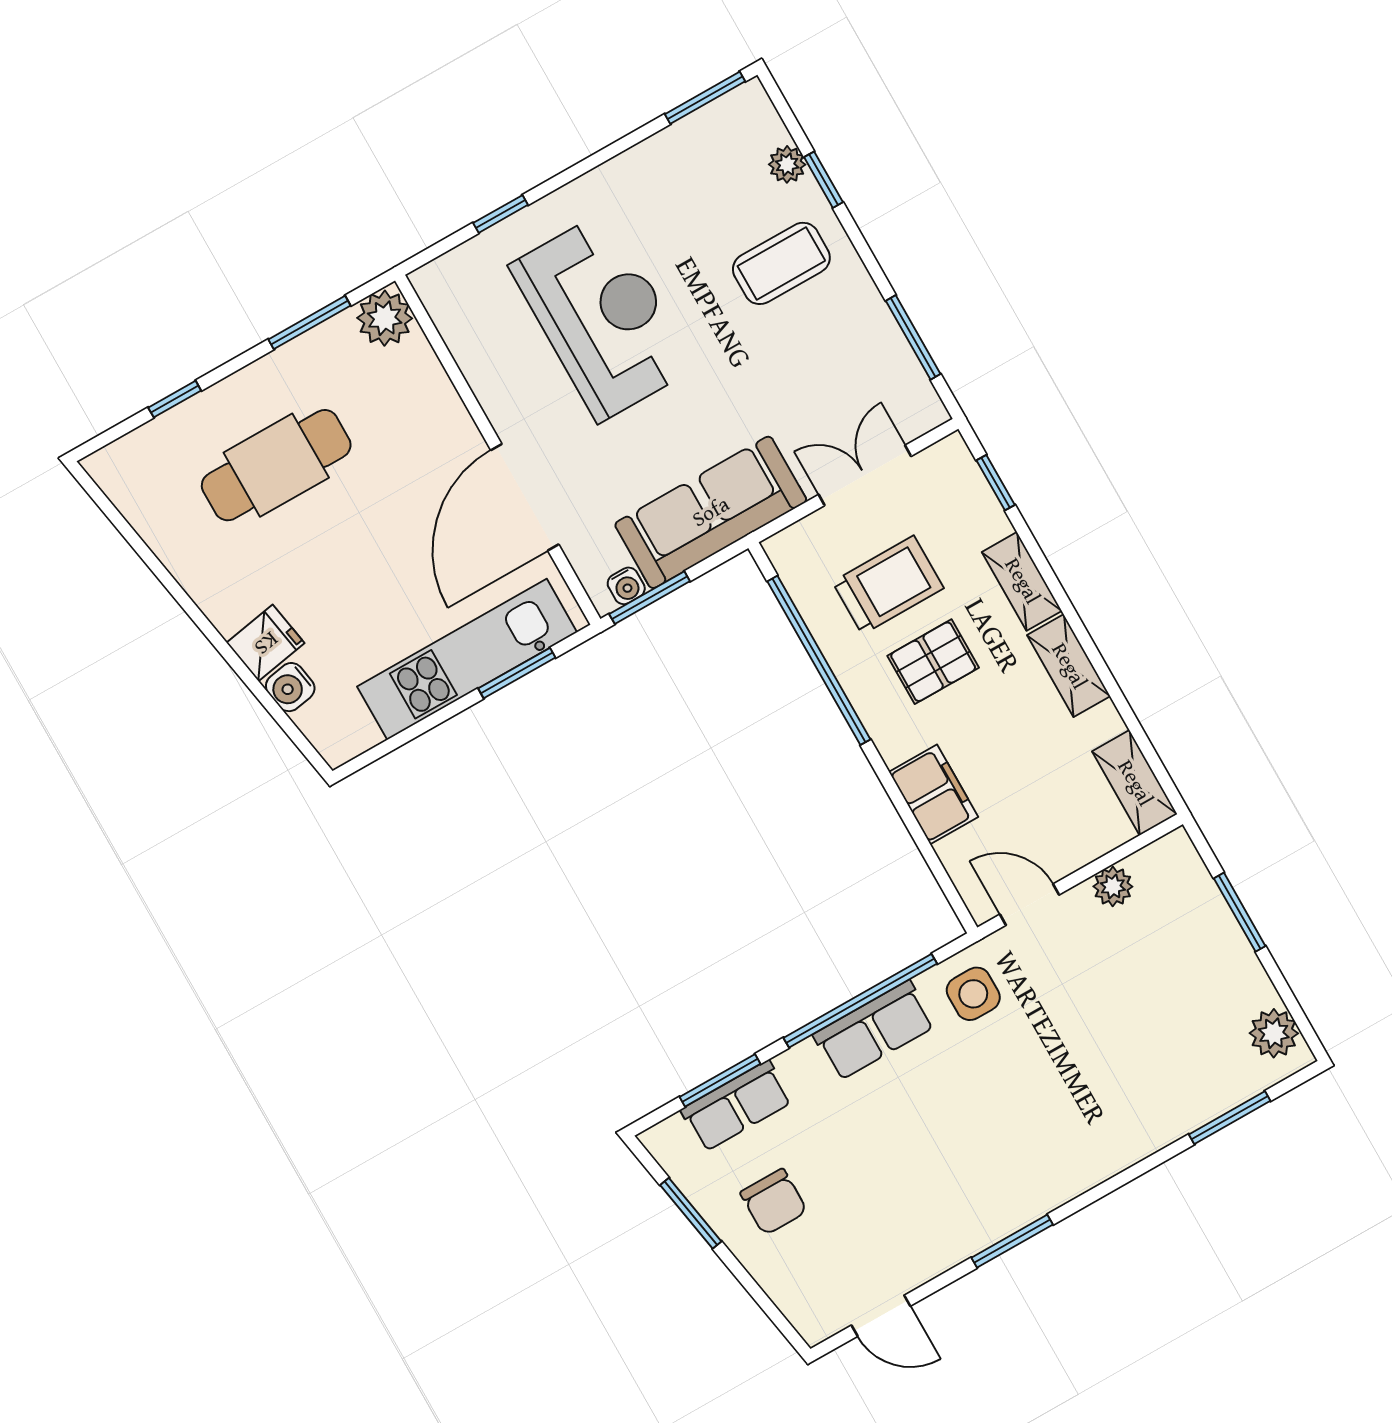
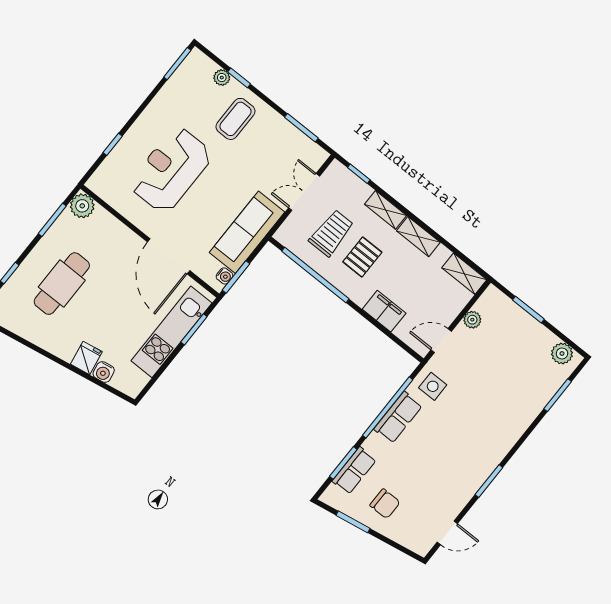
reception desk: (602, 317) -> (171, 170), turned -90

